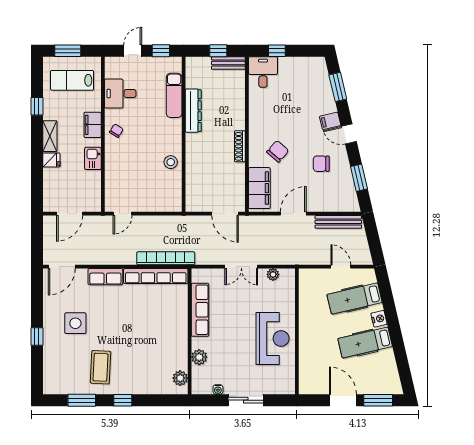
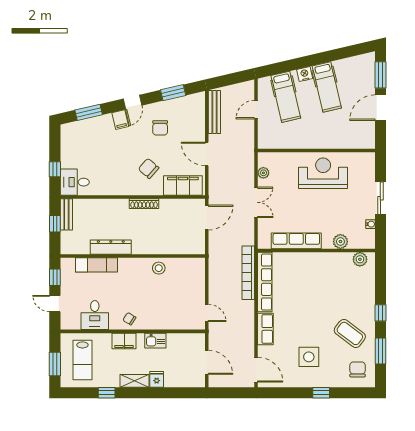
coffee table: (101, 367) -> (350, 333), turned 34
chair: (62, 376) -> (358, 369), added

